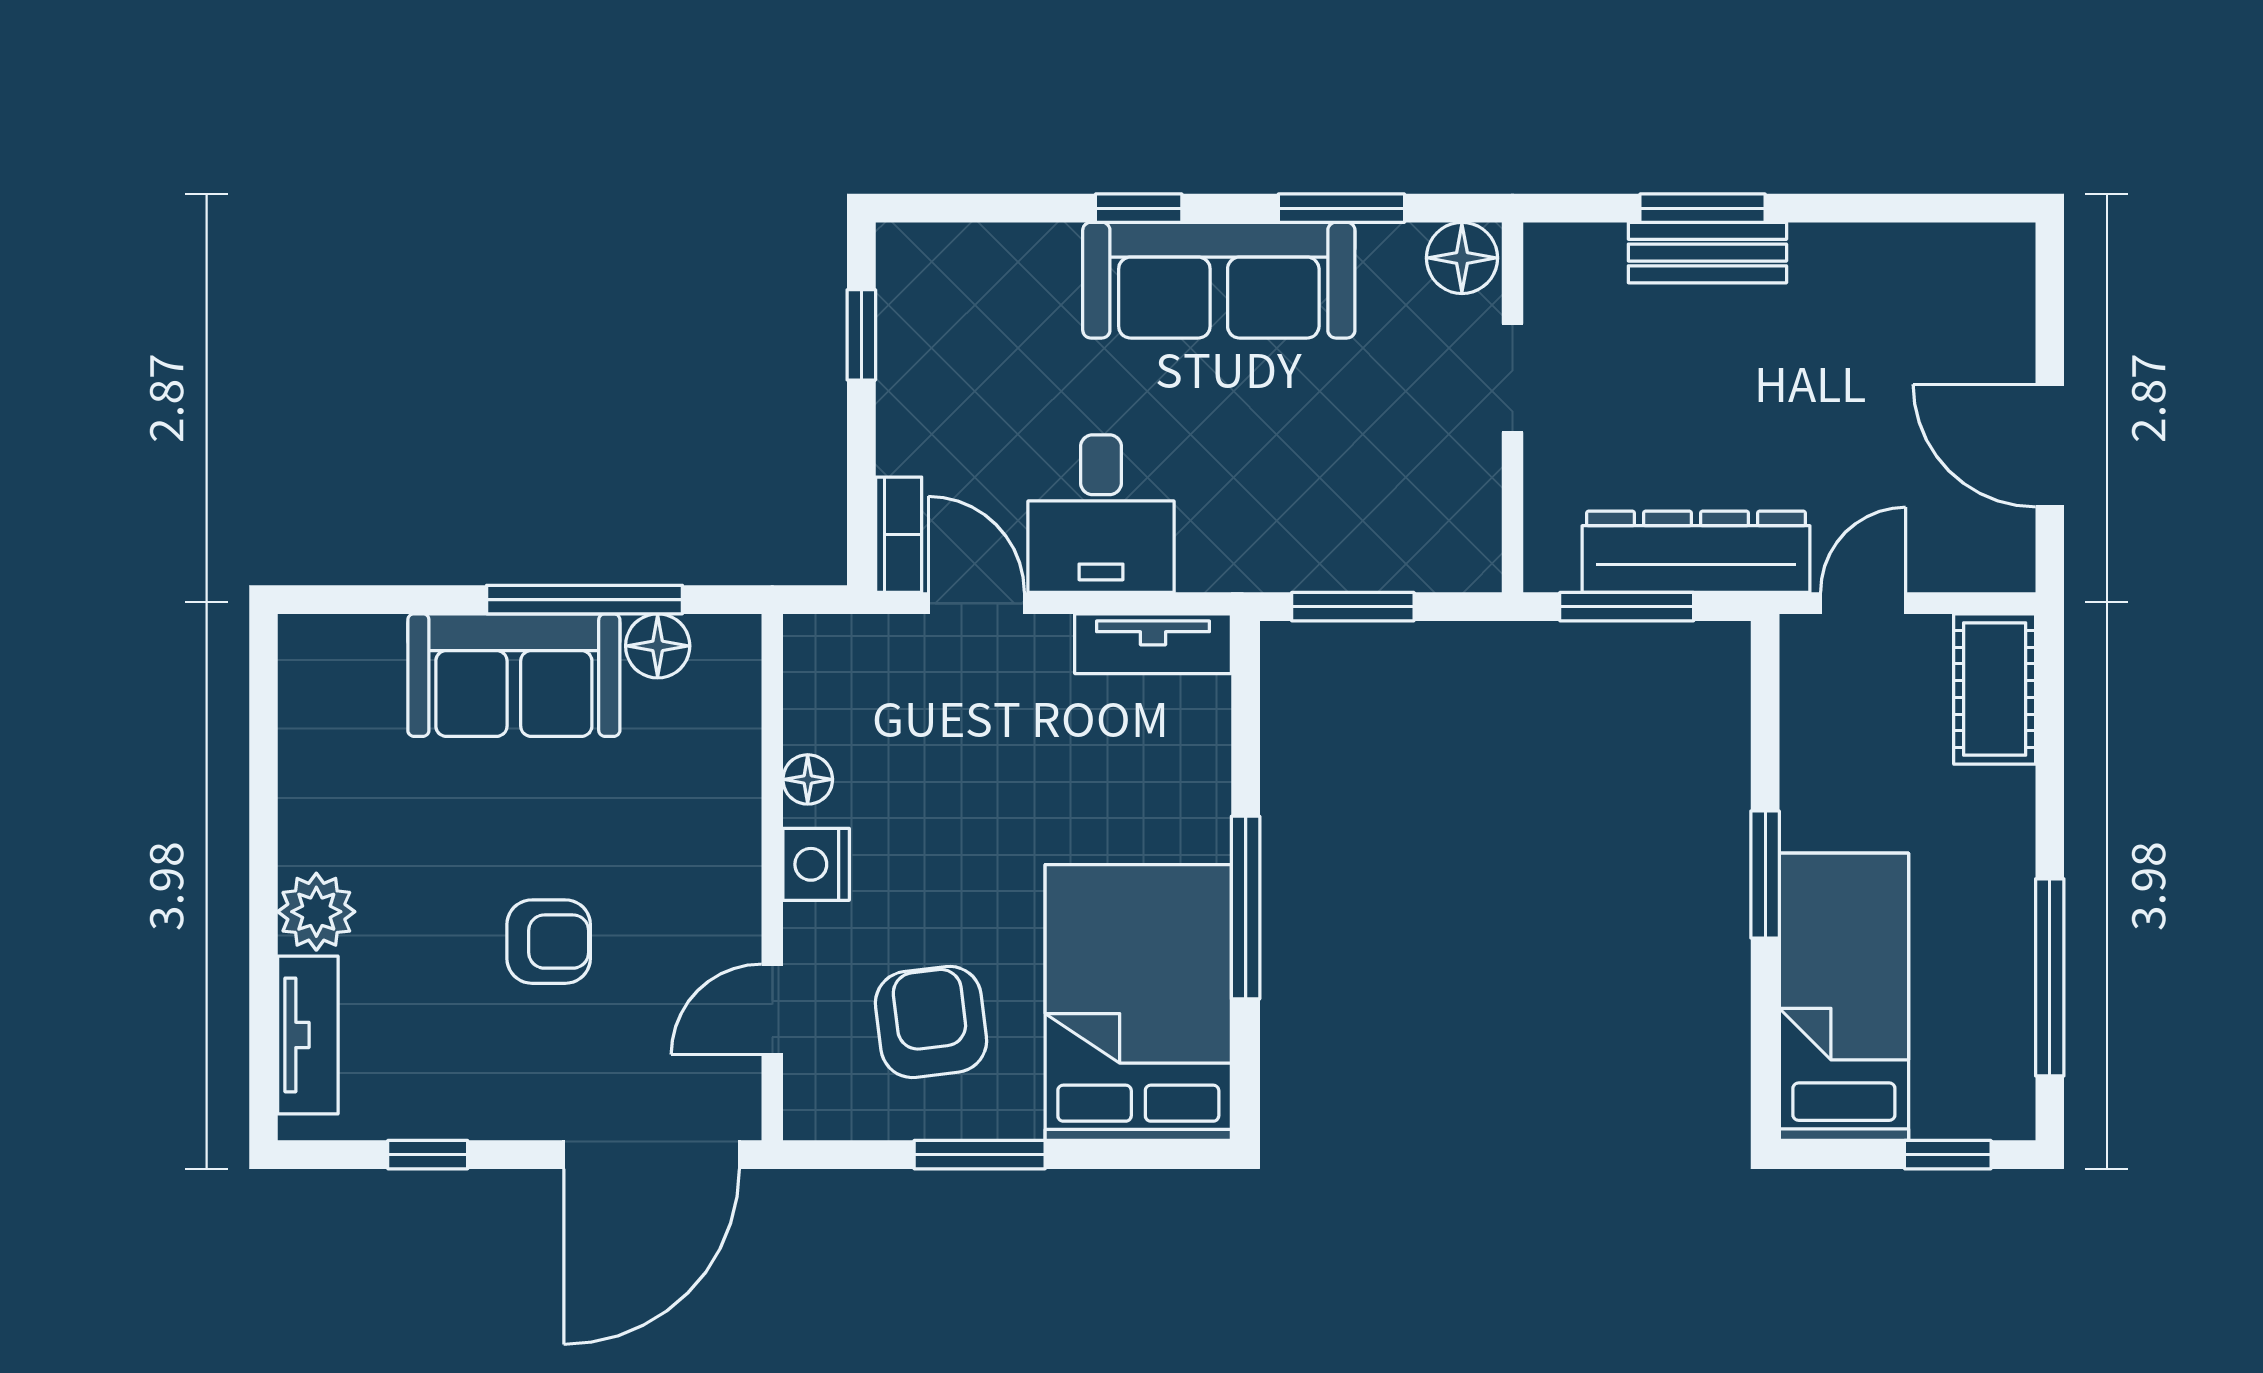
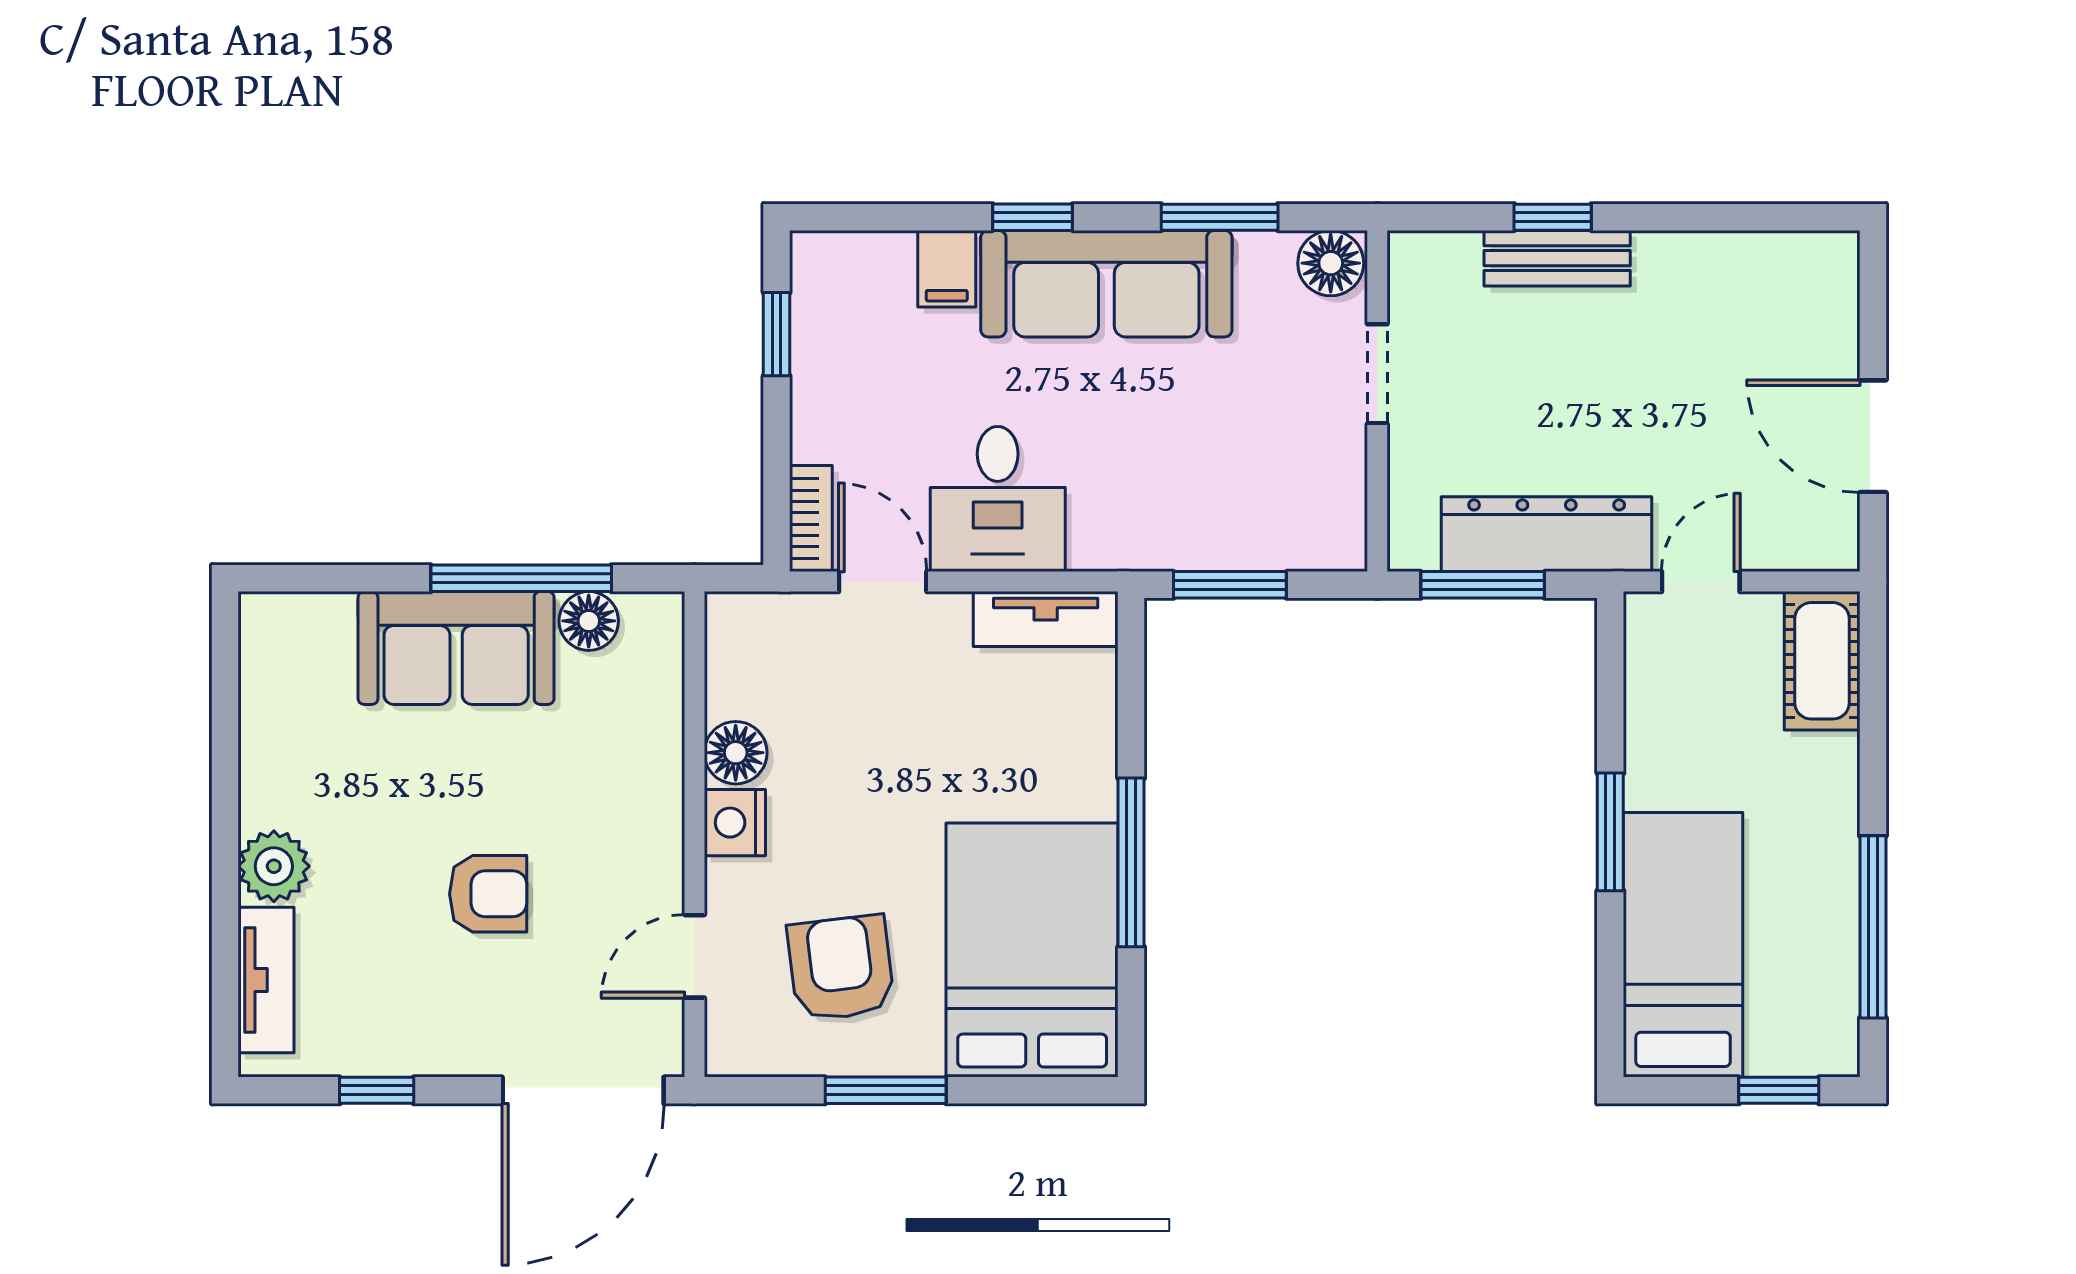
window: (1703, 208) -> (1553, 217), width x0.67
filing cabinet: (1046, 264) -> (947, 269), added
floor lamp: (808, 779) -> (736, 753), width x1.37, depth x1.37

